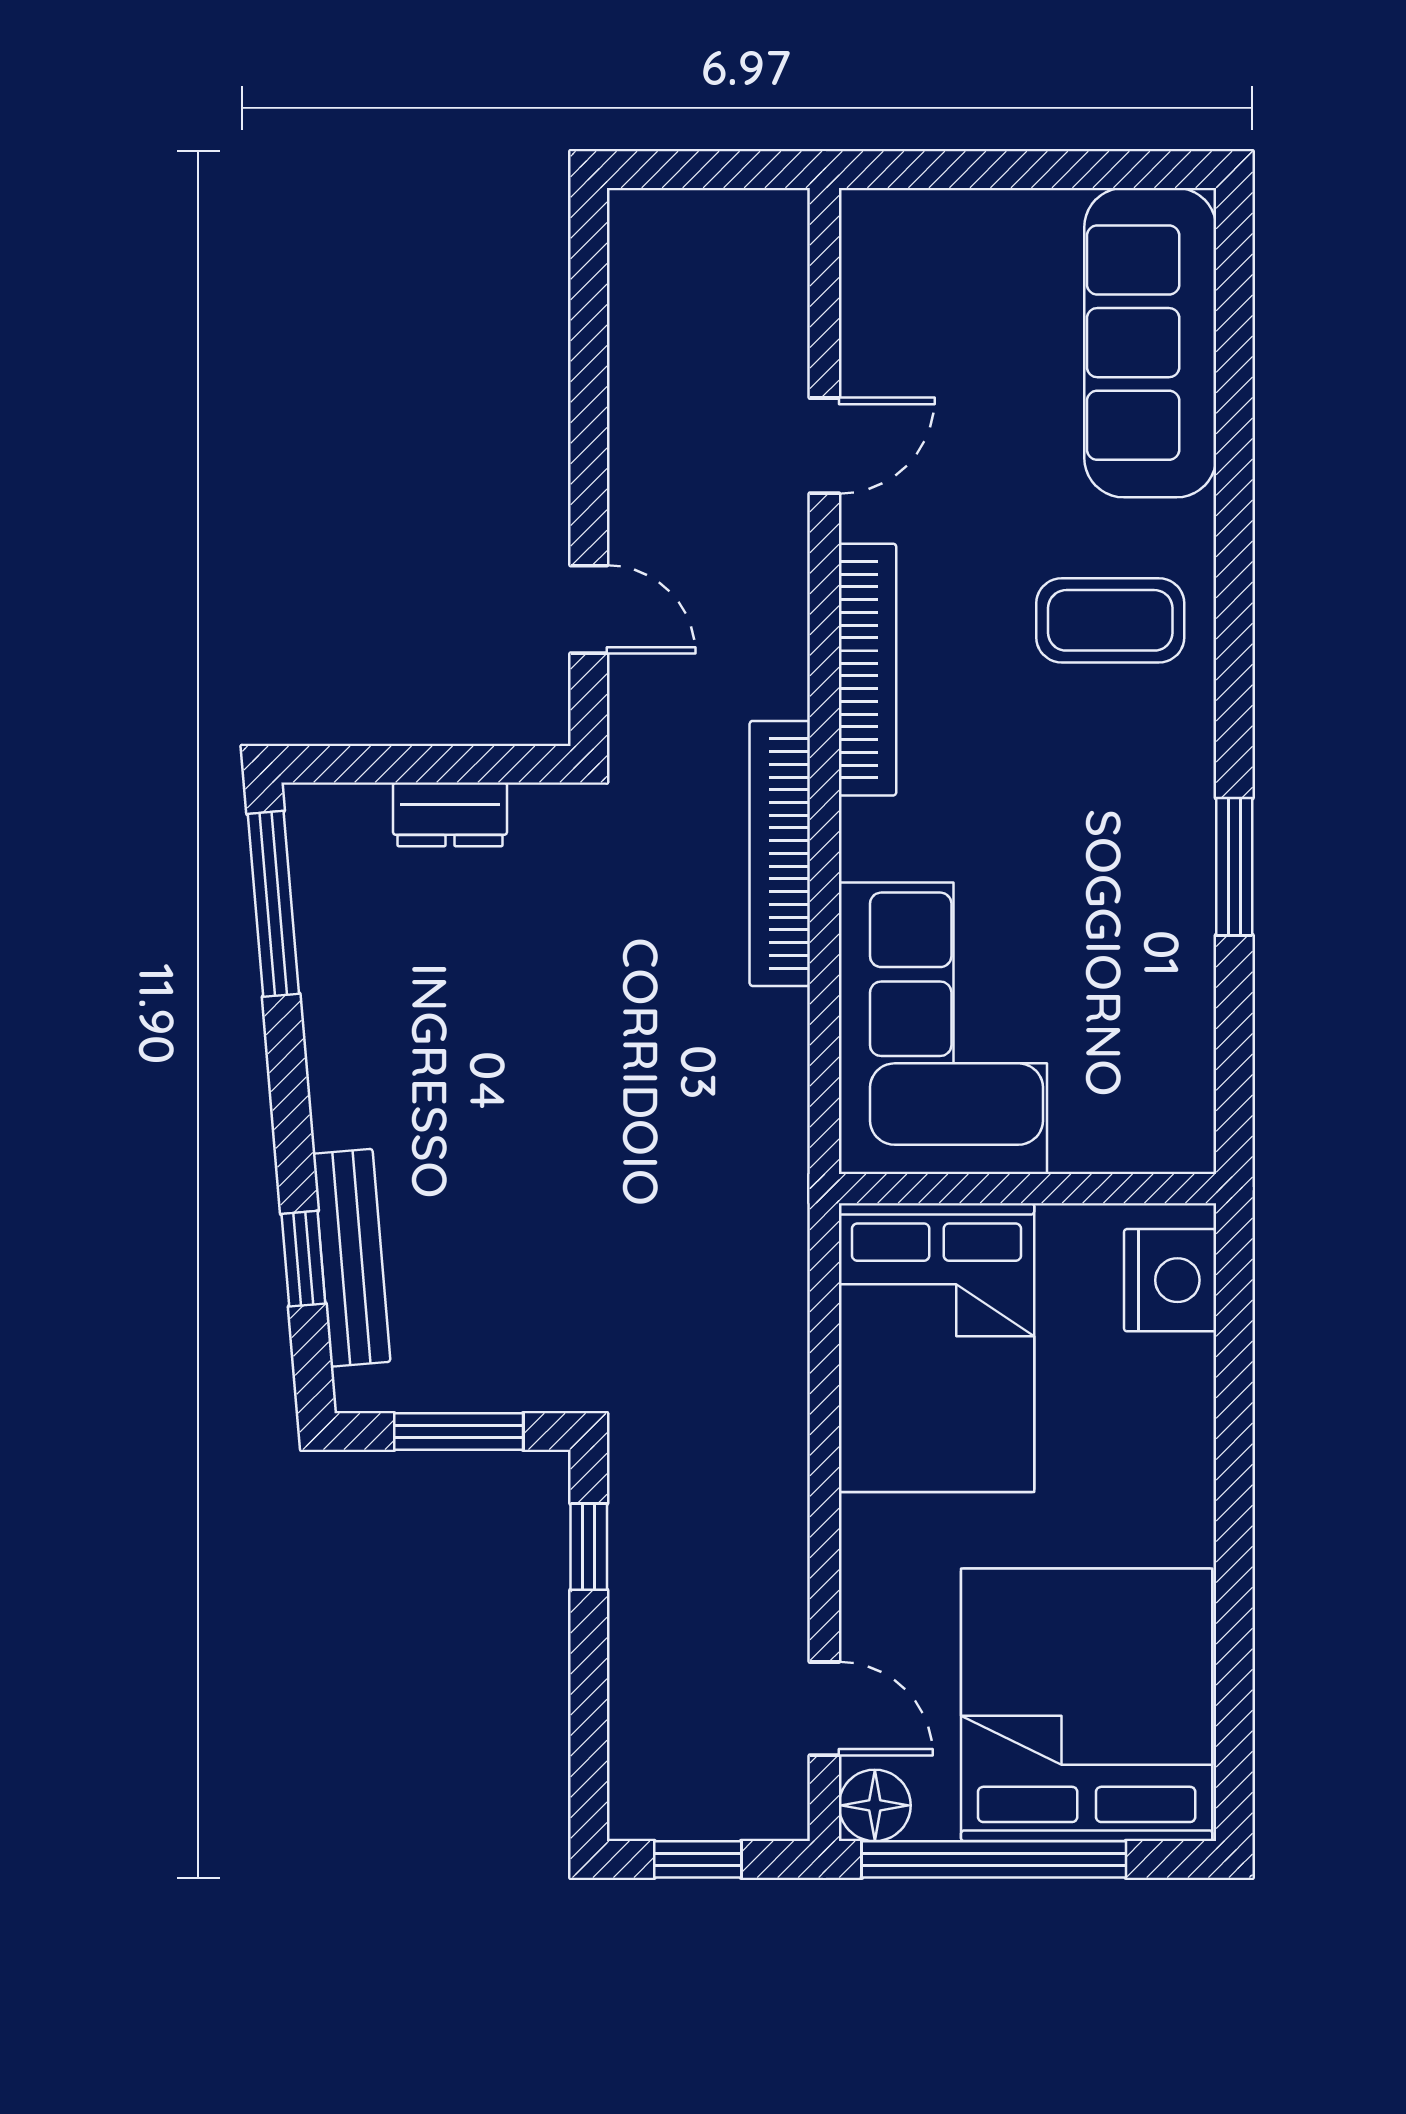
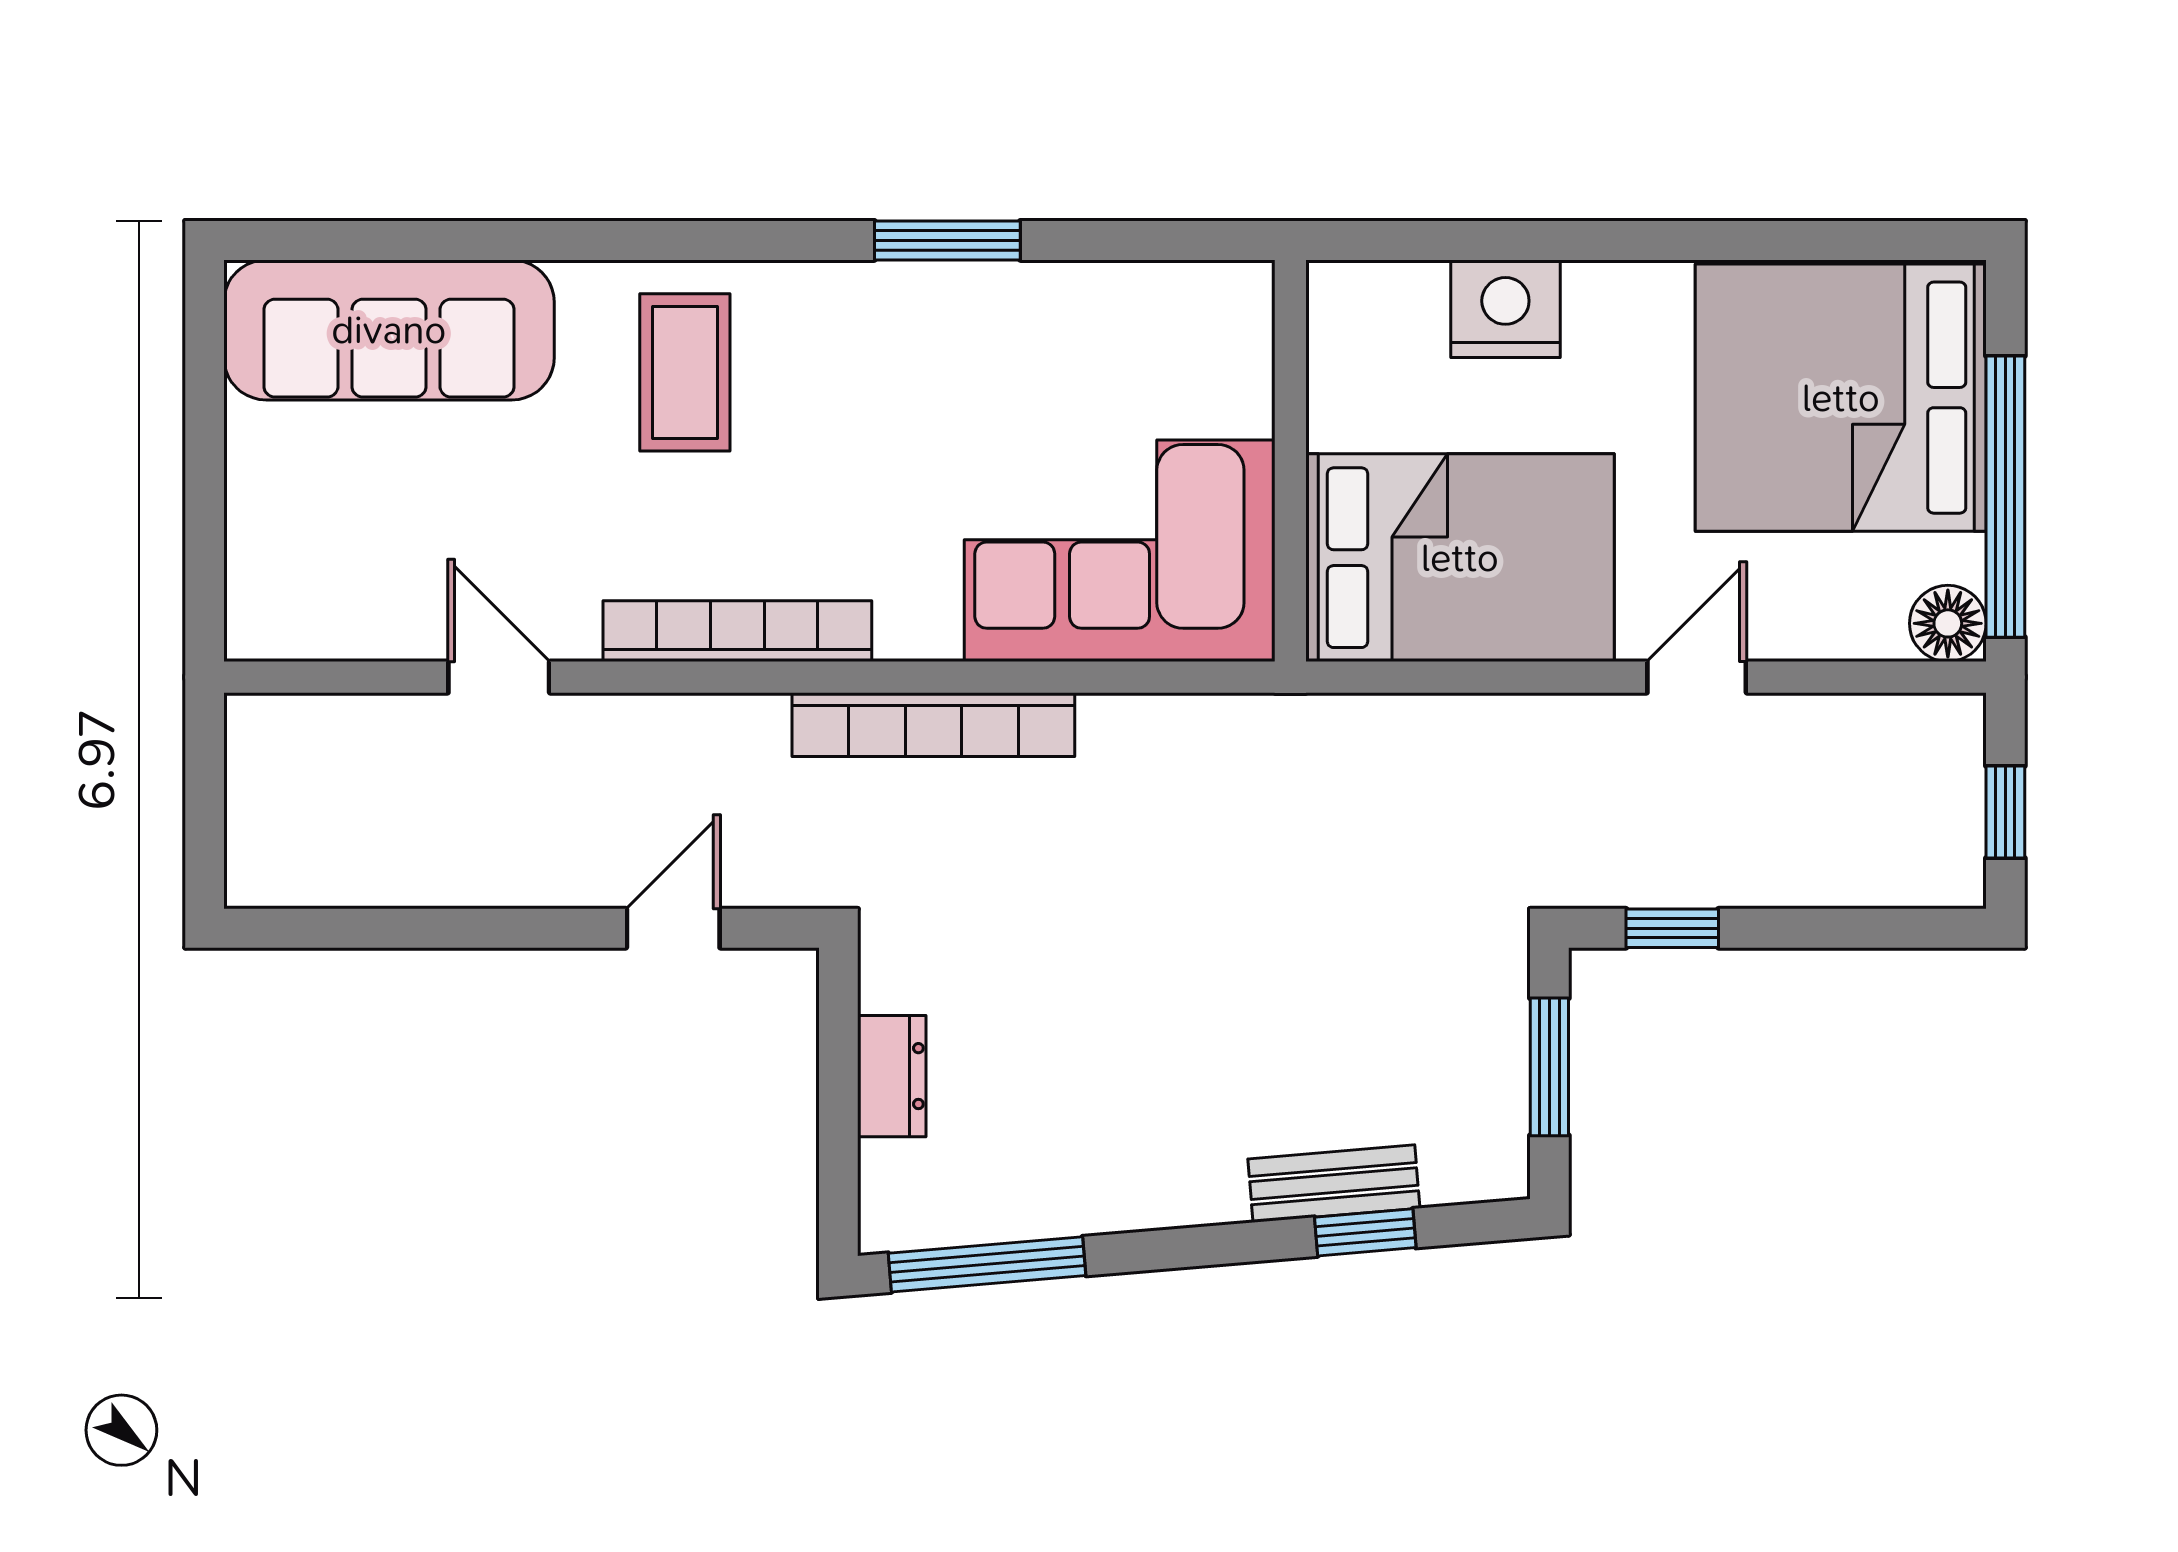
bench: (352, 1258) -> (1334, 1184), width x0.73
nightstand: (1170, 1280) -> (1505, 309), moved
door: (824, 1709) -> (1697, 677), moved

